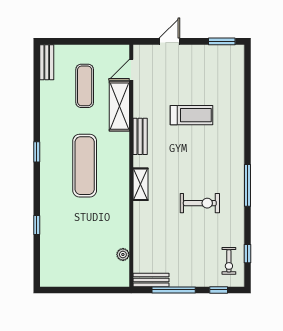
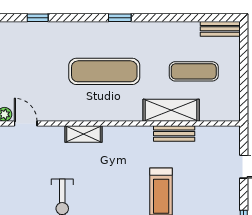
door: (131, 70) -> (26, 124), moved
bench: (140, 136) -> (174, 134), moved

